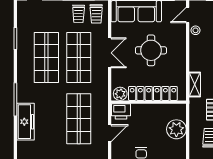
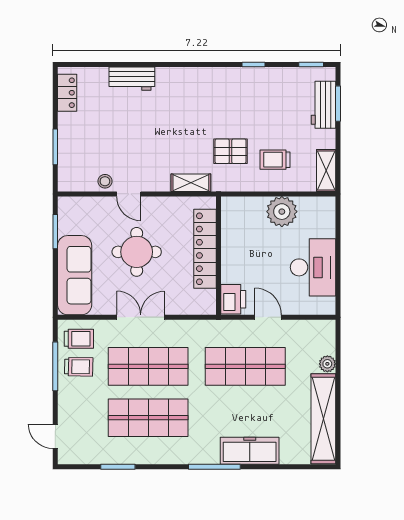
door: (188, 15) -> (129, 194), moved
plant: (120, 94) -> (206, 301), removed
plant: (176, 129) -> (282, 212), moved

